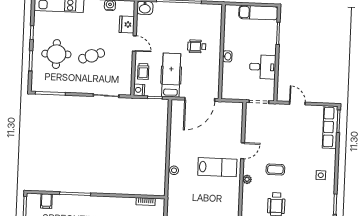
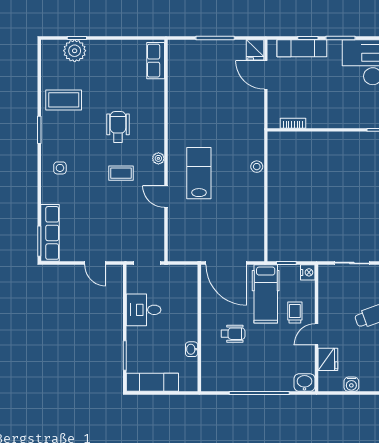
door: (134, 43) -> (317, 334), hinge flipped
washbasin: (227, 56) -> (192, 349), moved
trolley: (143, 71) -> (295, 313), moved
door: (200, 99) -> (226, 263), swing flipped
door: (243, 151) -> (166, 197), hinge flipped
lab bench: (217, 167) -> (199, 173), turned 90

